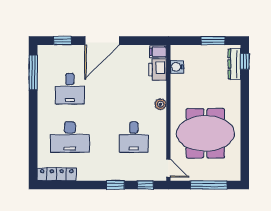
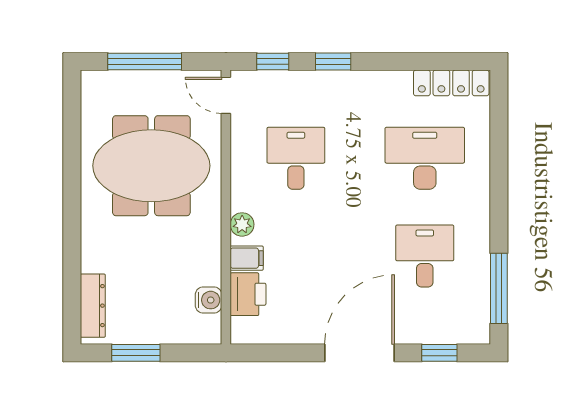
filing cabinet: (158, 52) -> (247, 258), moved
window: (245, 61) -> (72, 311), removed

